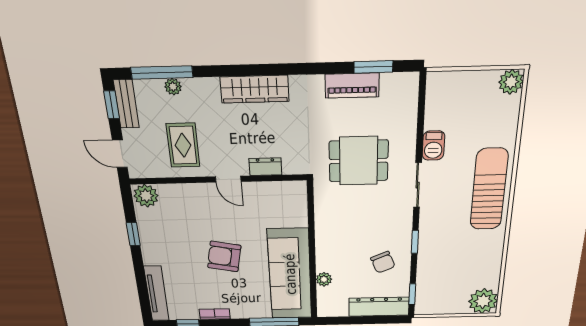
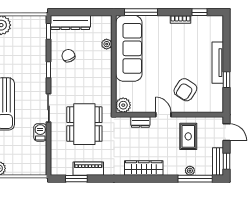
dining table: (359, 161) -> (84, 124), width x1.38
plant: (146, 196) -> (123, 105), moved
armchair: (224, 257) -> (185, 90), moved, turned 112
tv unit: (156, 294) -> (218, 63), moved

